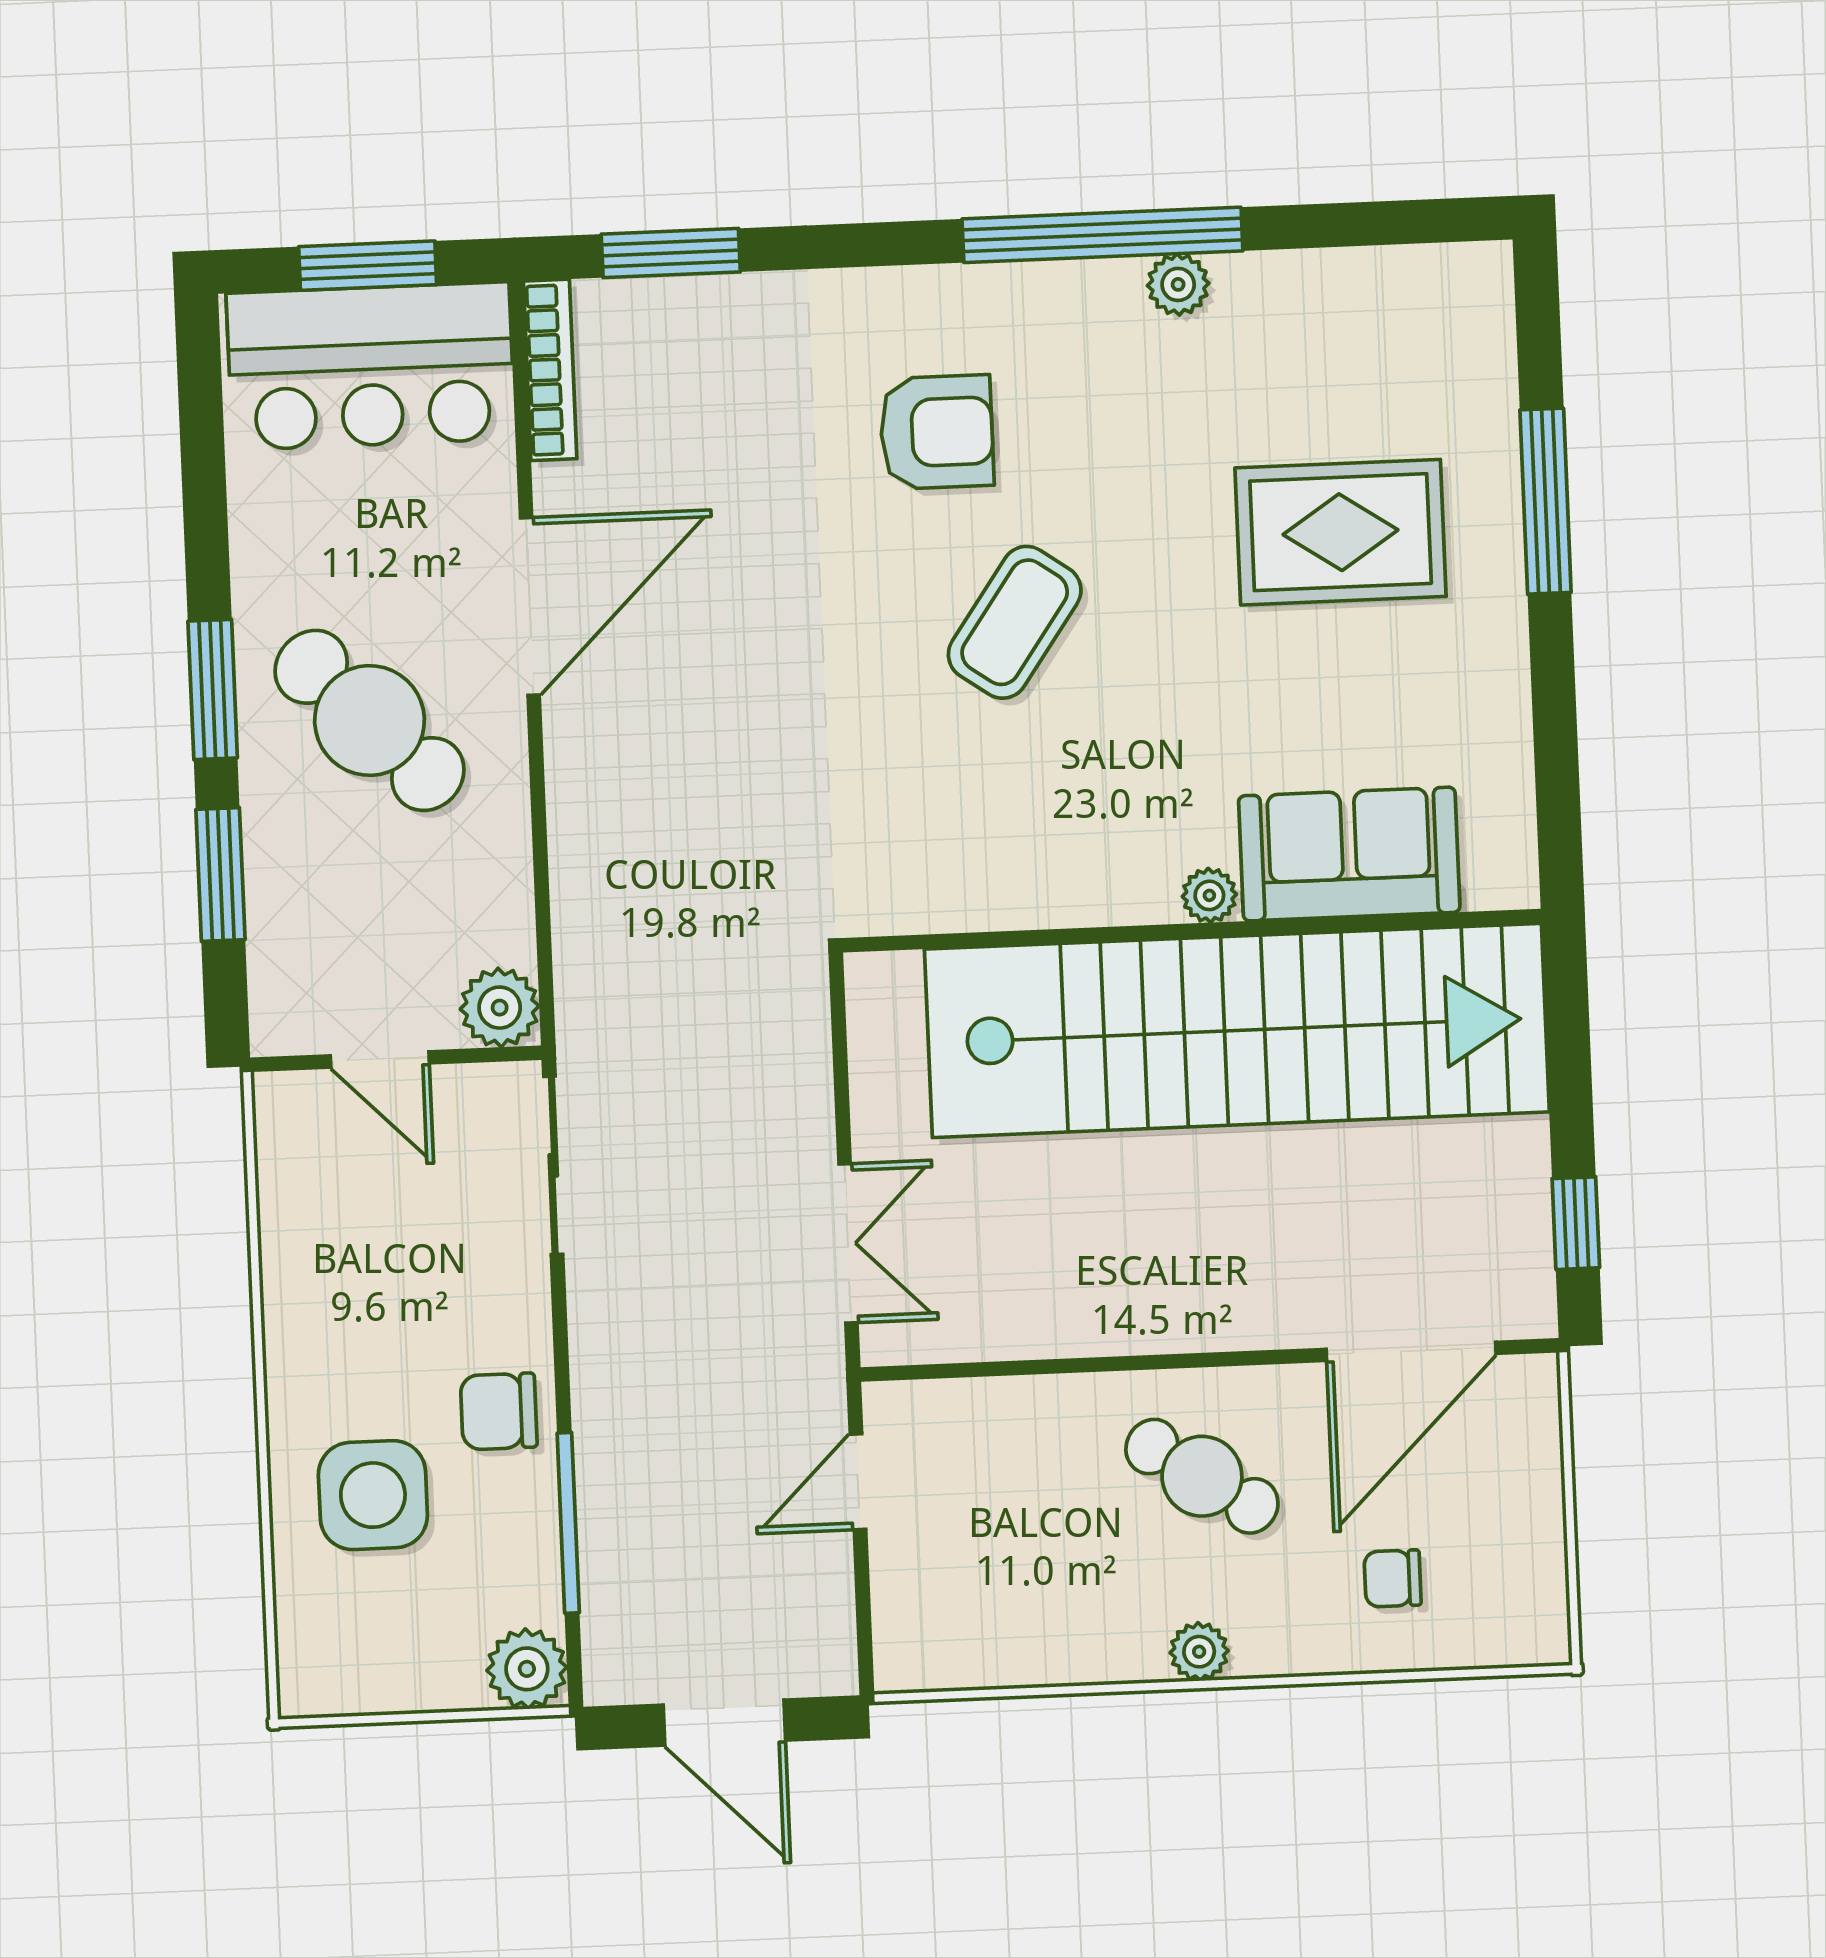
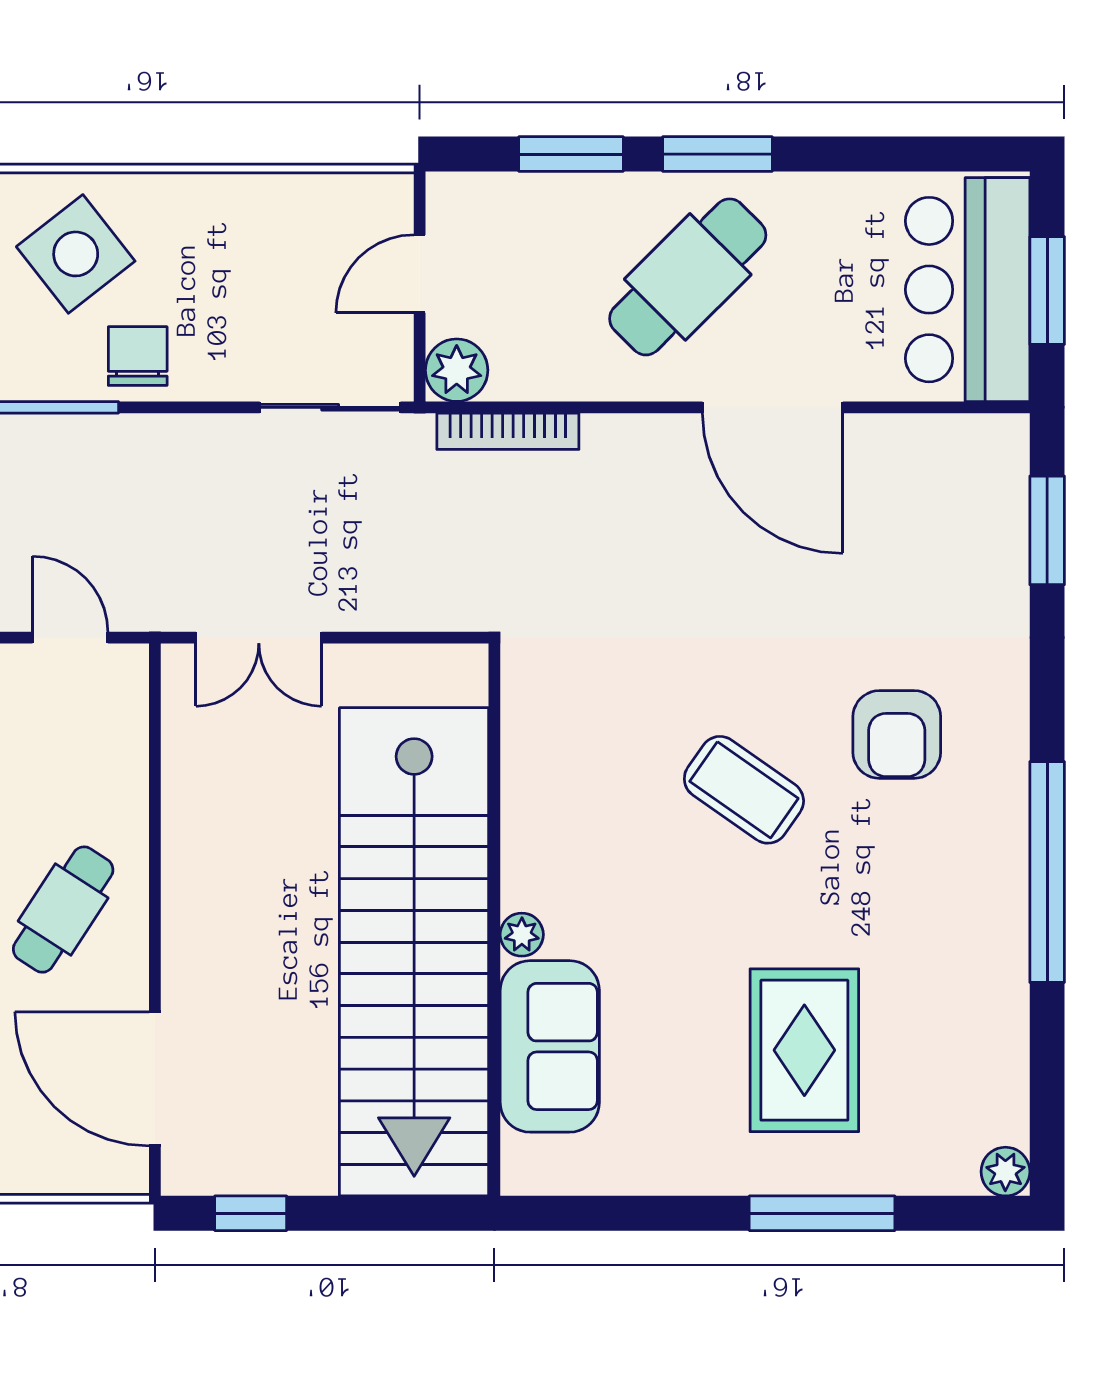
plant: (1178, 284) -> (1005, 1172), moved
bookcase: (550, 370) -> (508, 431), moved
side table: (373, 1495) -> (76, 254), turned -38

